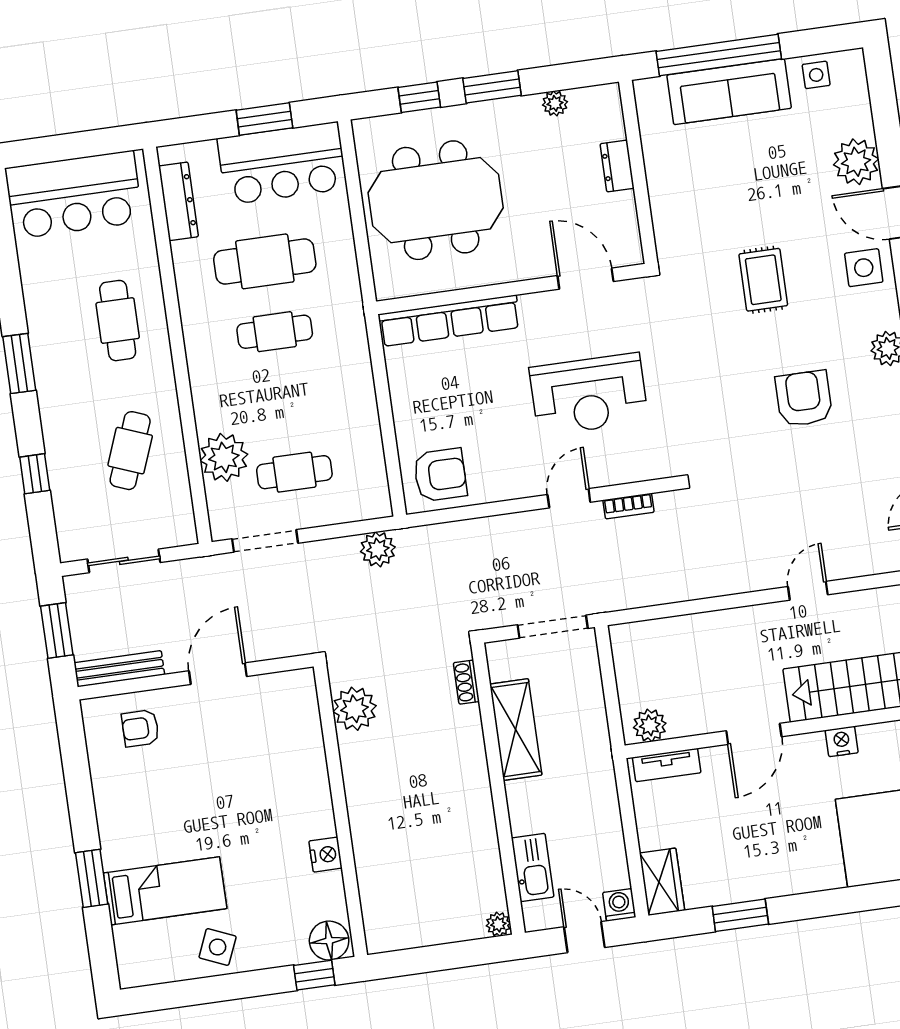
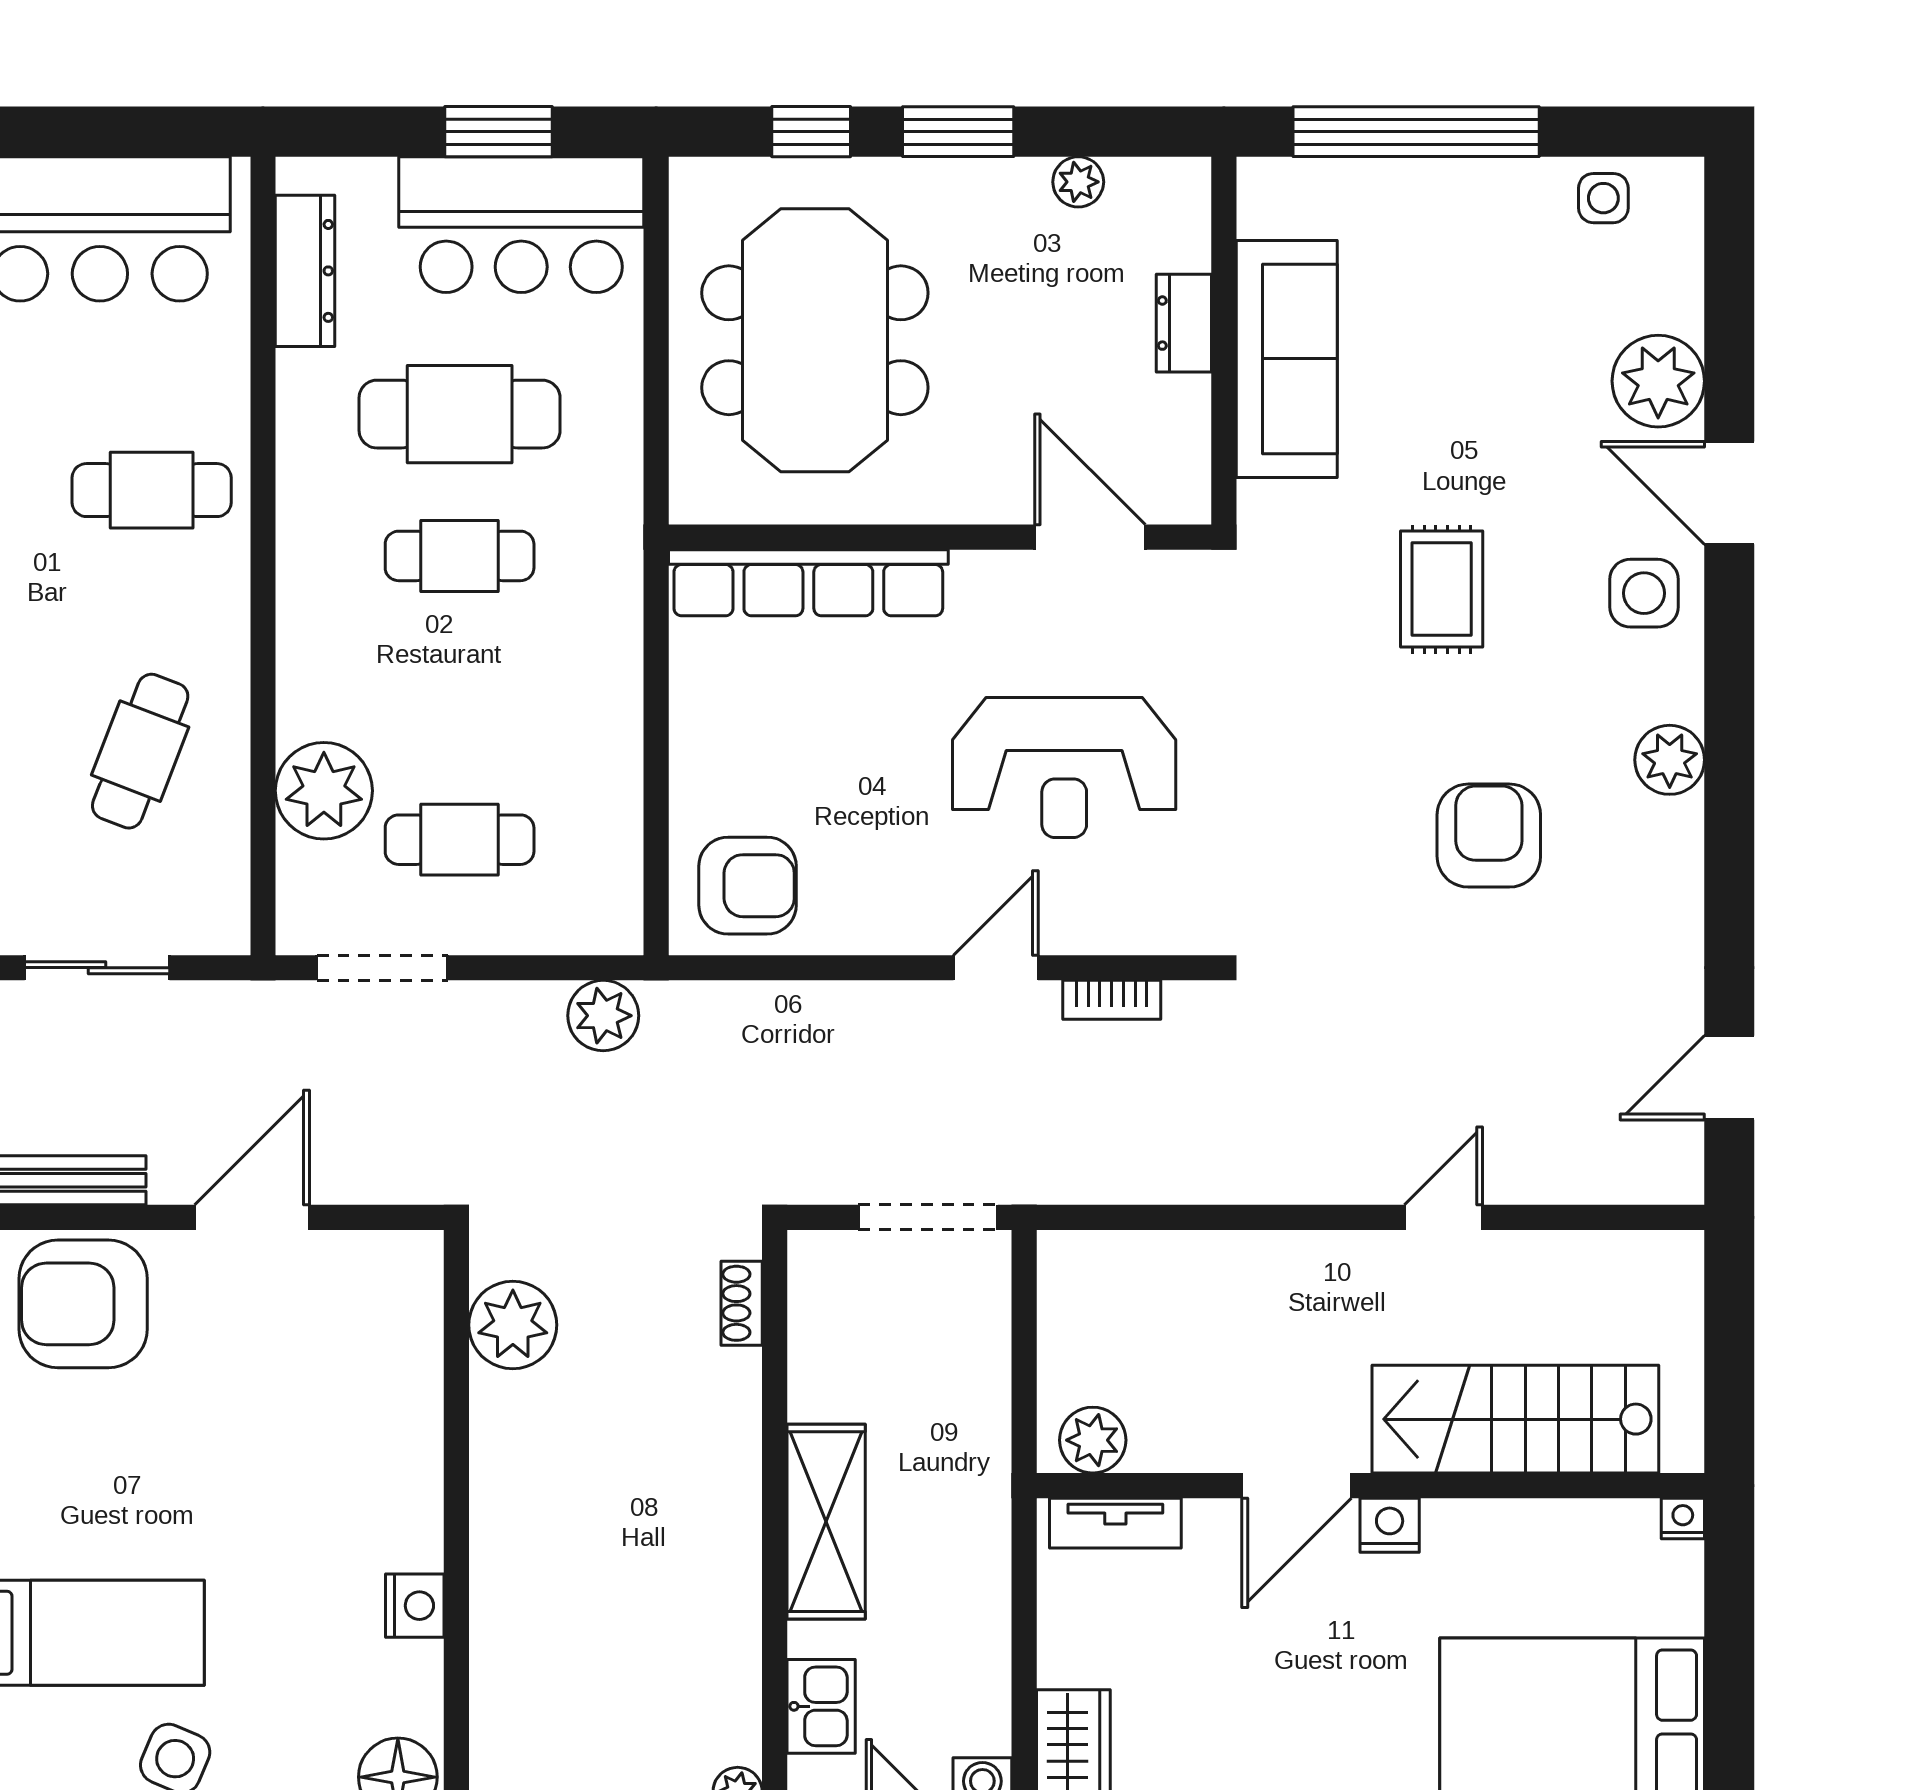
sofa: (729, 92) -> (1287, 359), moved, turned -90
meeting table: (436, 200) -> (815, 340), turned 90
cafe table: (118, 321) -> (152, 490), turned 90
armchair: (140, 728) -> (83, 1304), width x1.88, depth x1.88
shelving: (516, 730) -> (826, 1522), moved
nightstand: (842, 741) -> (1390, 1525), moved
kitchen sink: (533, 867) -> (821, 1706), width x0.73

